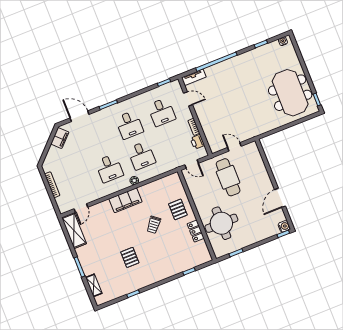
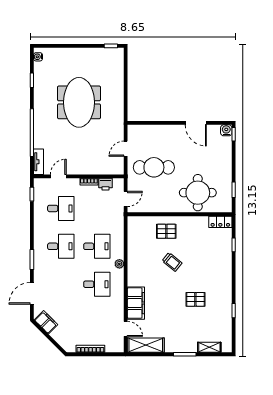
meeting table: (290, 93) -> (79, 102), moved, turned 90
filing cabinet: (125, 200) -> (136, 303), moved
locker: (196, 231) -> (220, 222), moved

